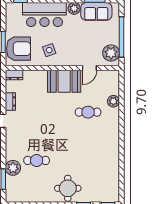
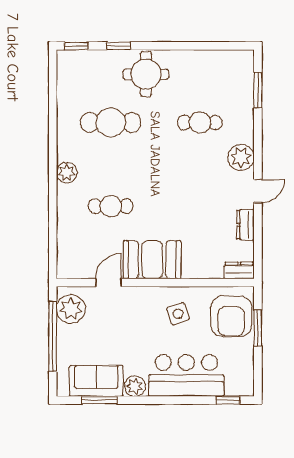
armchair: (19, 49) -> (231, 316), turned -90
plant: (113, 101) -> (67, 173), moved
cafe table: (88, 160) -> (111, 122), added
plant: (13, 168) -> (241, 157), moved

